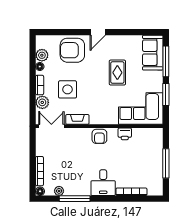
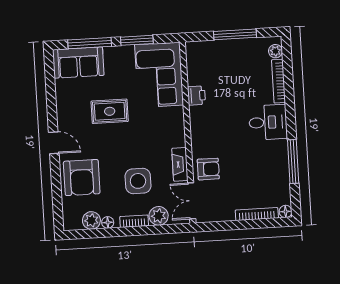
armchair: (99, 136) -> (208, 169), moved
plant: (59, 191) -> (275, 51), moved

